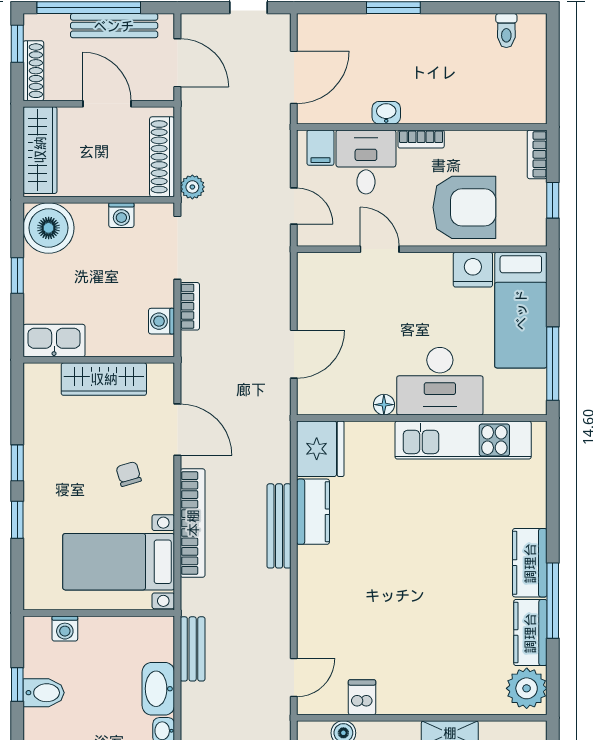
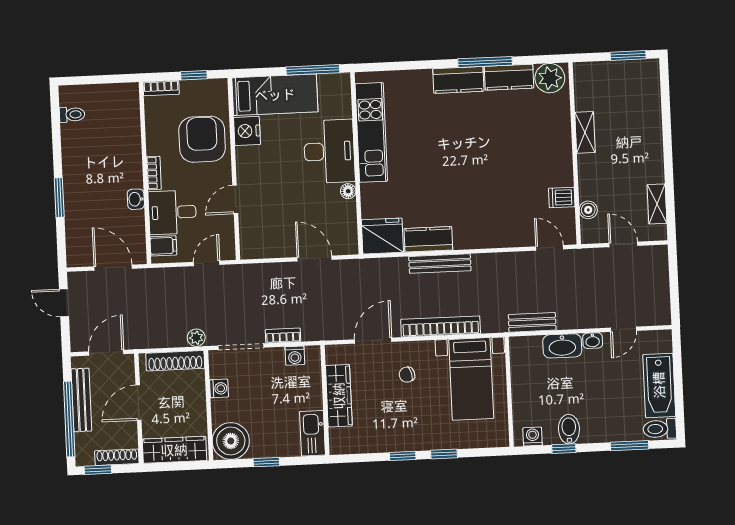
washing machine: (65, 628) -> (533, 437), moved, turned -90

